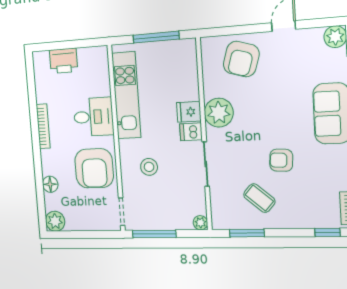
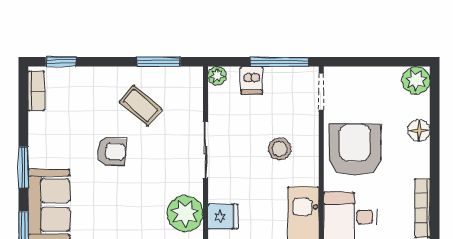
dishwasher: (191, 132) -> (252, 80), moved, turned 90

